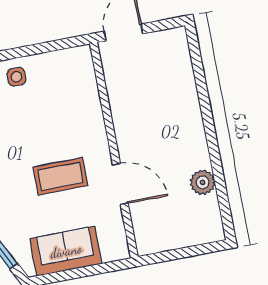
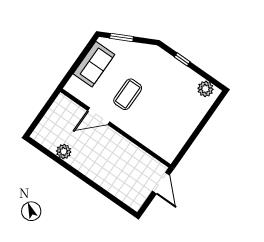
side table: (16, 77) -> (189, 119), removed

